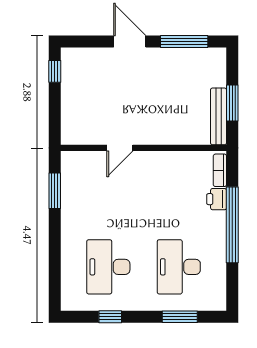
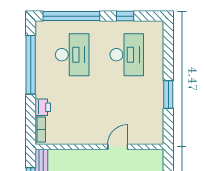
window: (55, 191) -> (168, 94), moved
window: (232, 225) -> (31, 65), moved
window: (180, 317) -> (71, 16), width x2.11

